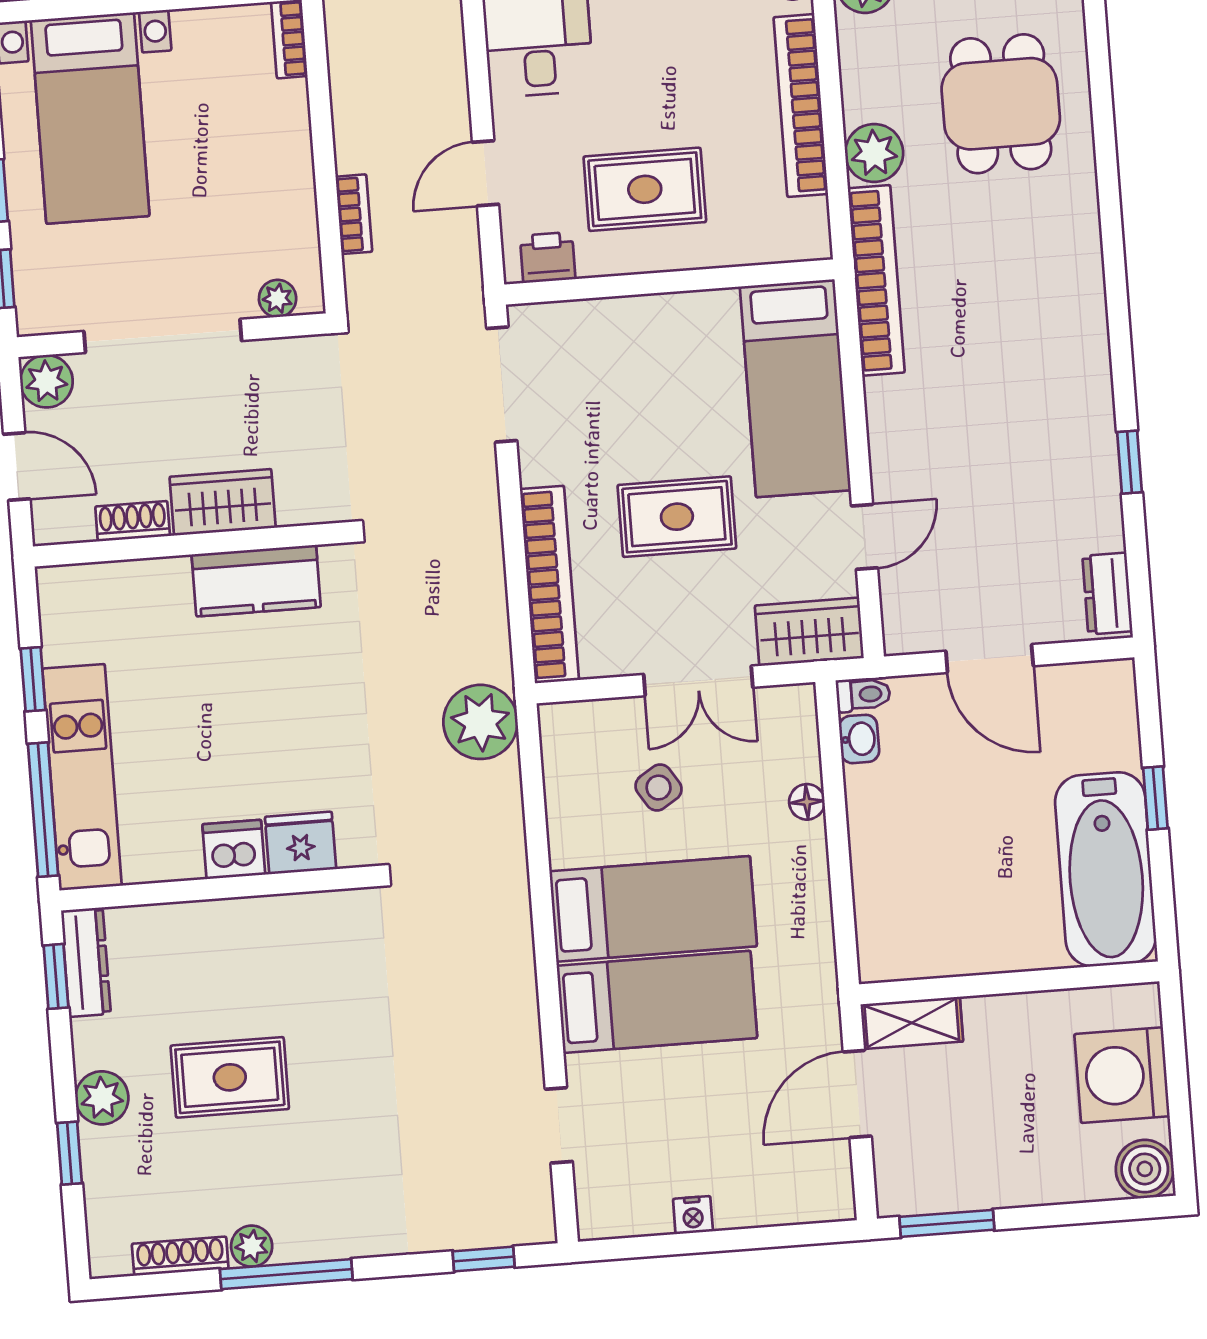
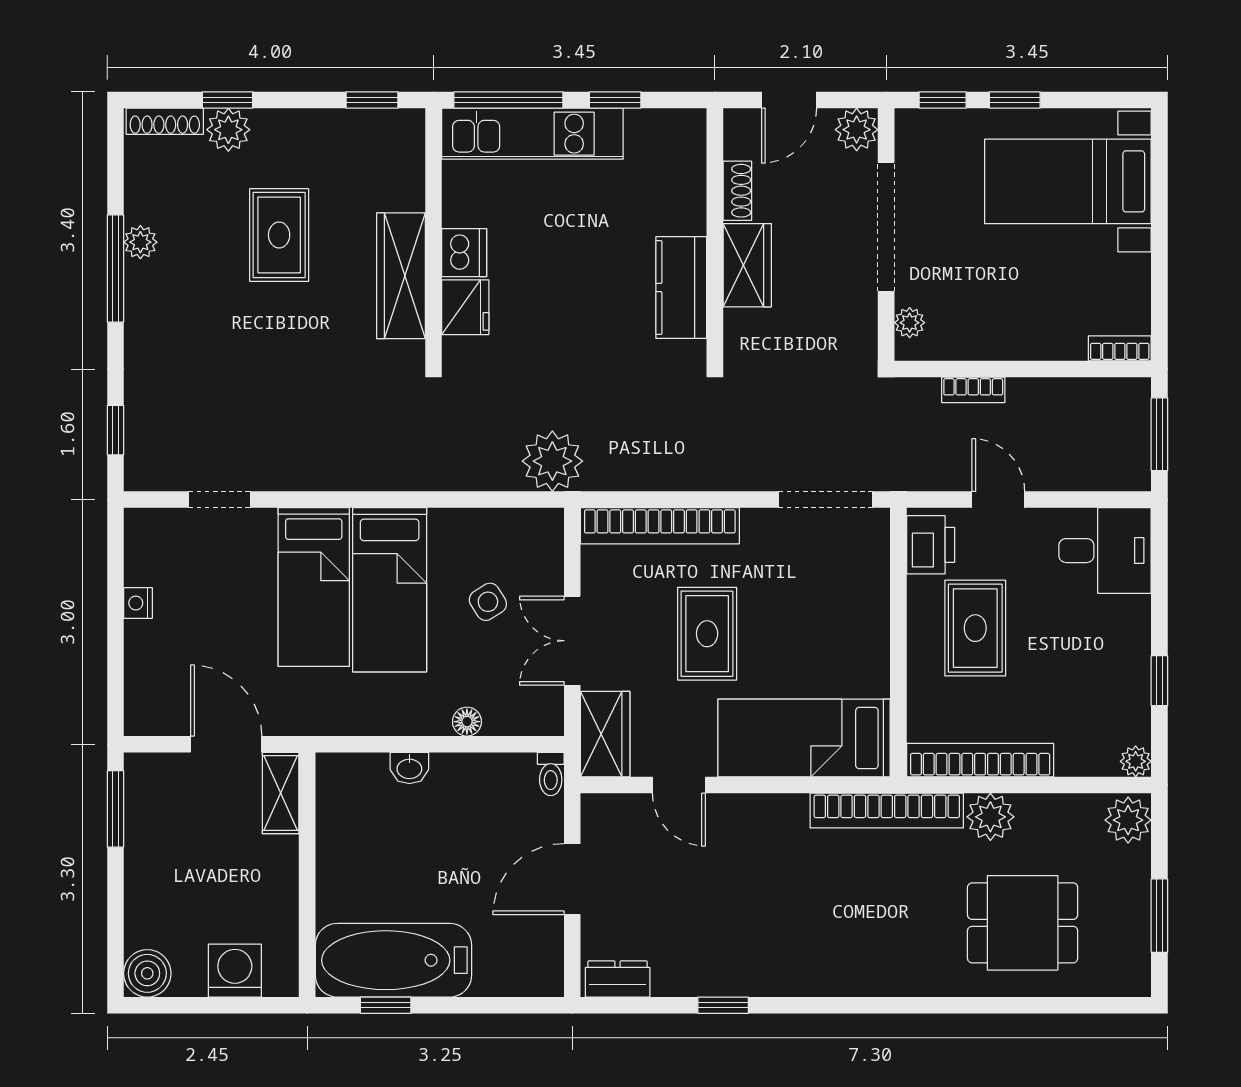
bookcase: (801, 106) -> (980, 760), moved
printer: (548, 257) -> (931, 545), width x1.36, depth x1.24
washbasin: (859, 739) -> (409, 768), moved
window: (1155, 798) -> (386, 1005), moved
wardrobe: (268, 924) -> (401, 276), added
dresser: (86, 962) -> (382, 125), removed
washing machine: (1122, 1075) -> (235, 971), width x0.73, depth x0.73
plant: (102, 1098) -> (228, 130), moved
shoe rack: (180, 1256) -> (165, 121), moved, turned 90

